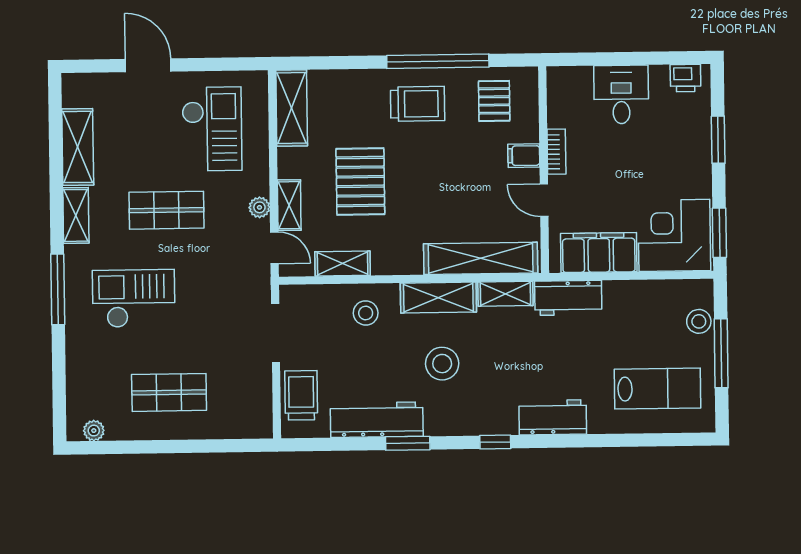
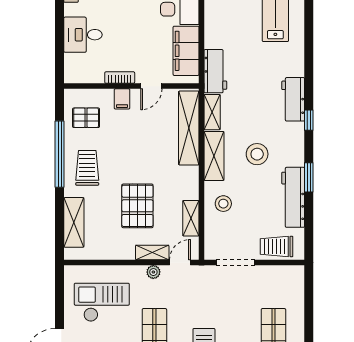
shelving: (292, 108) -> (74, 222), moved, turned 90
pallet: (360, 182) -> (137, 206), turned 90
workbench: (553, 417) -> (293, 99), moved

